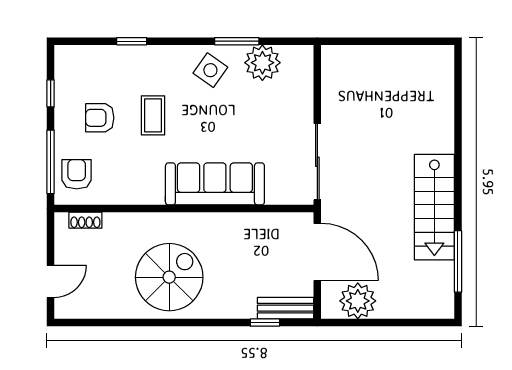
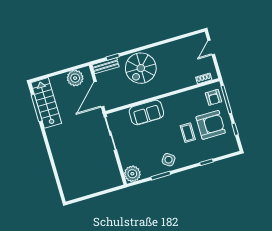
plant: (262, 63) -> (132, 174), moved
armchair: (100, 118) -> (211, 125), width x1.88, depth x1.88
sofa: (215, 184) -> (146, 112), width x0.73
stairs: (434, 207) -> (46, 103), moved
door: (317, 252) -> (99, 94), hinge flipped
spiral stairs: (169, 277) -> (141, 68), moved

